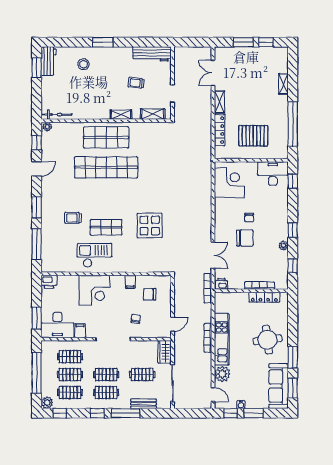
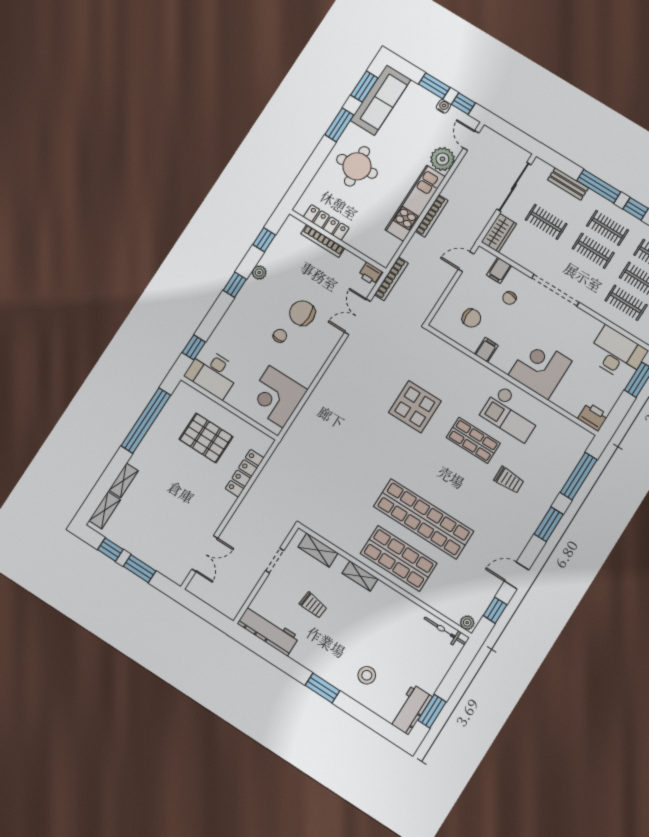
shelving: (219, 102) -> (105, 510), moved
filing cabinet: (80, 331) -> (499, 270), moved

